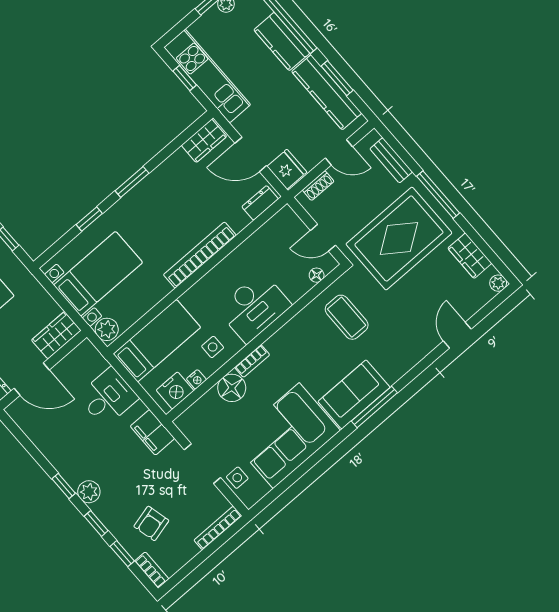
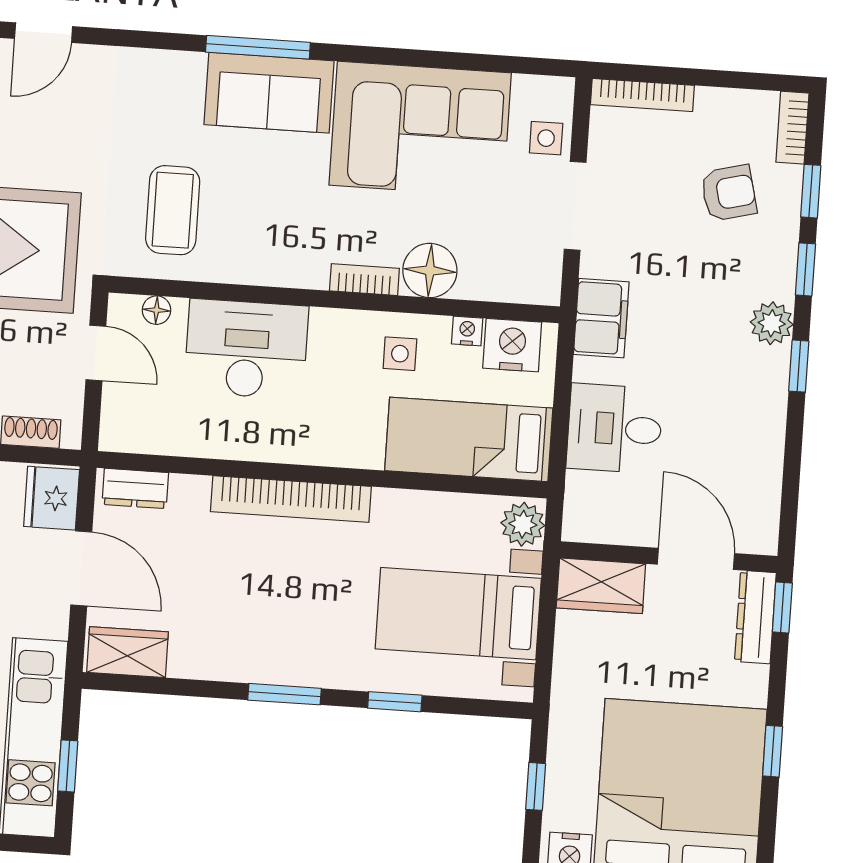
desk: (254, 307) -> (246, 349), moved

